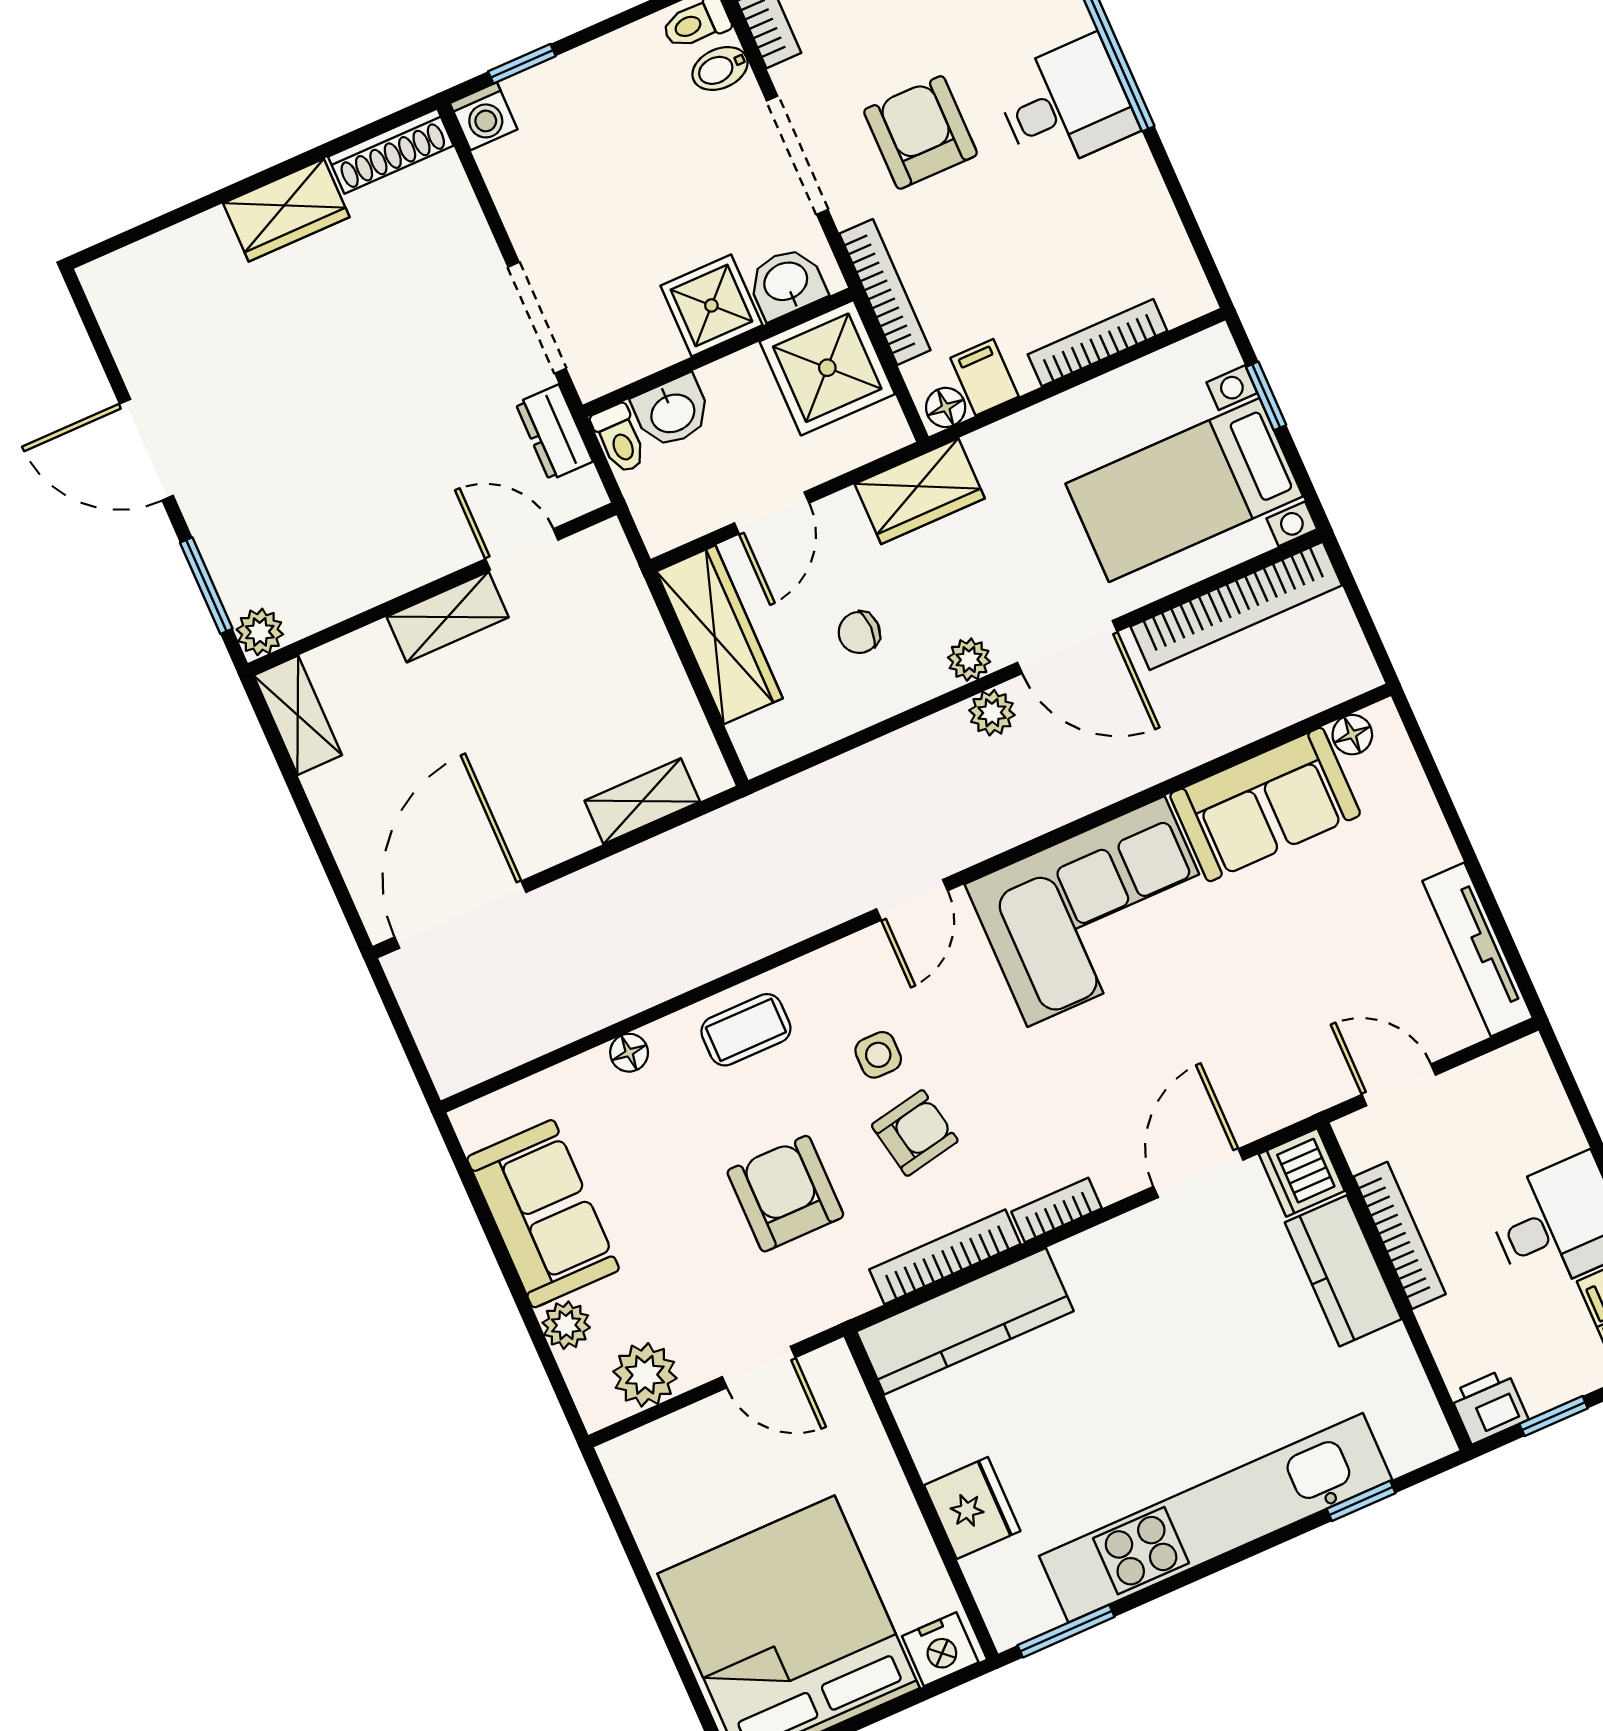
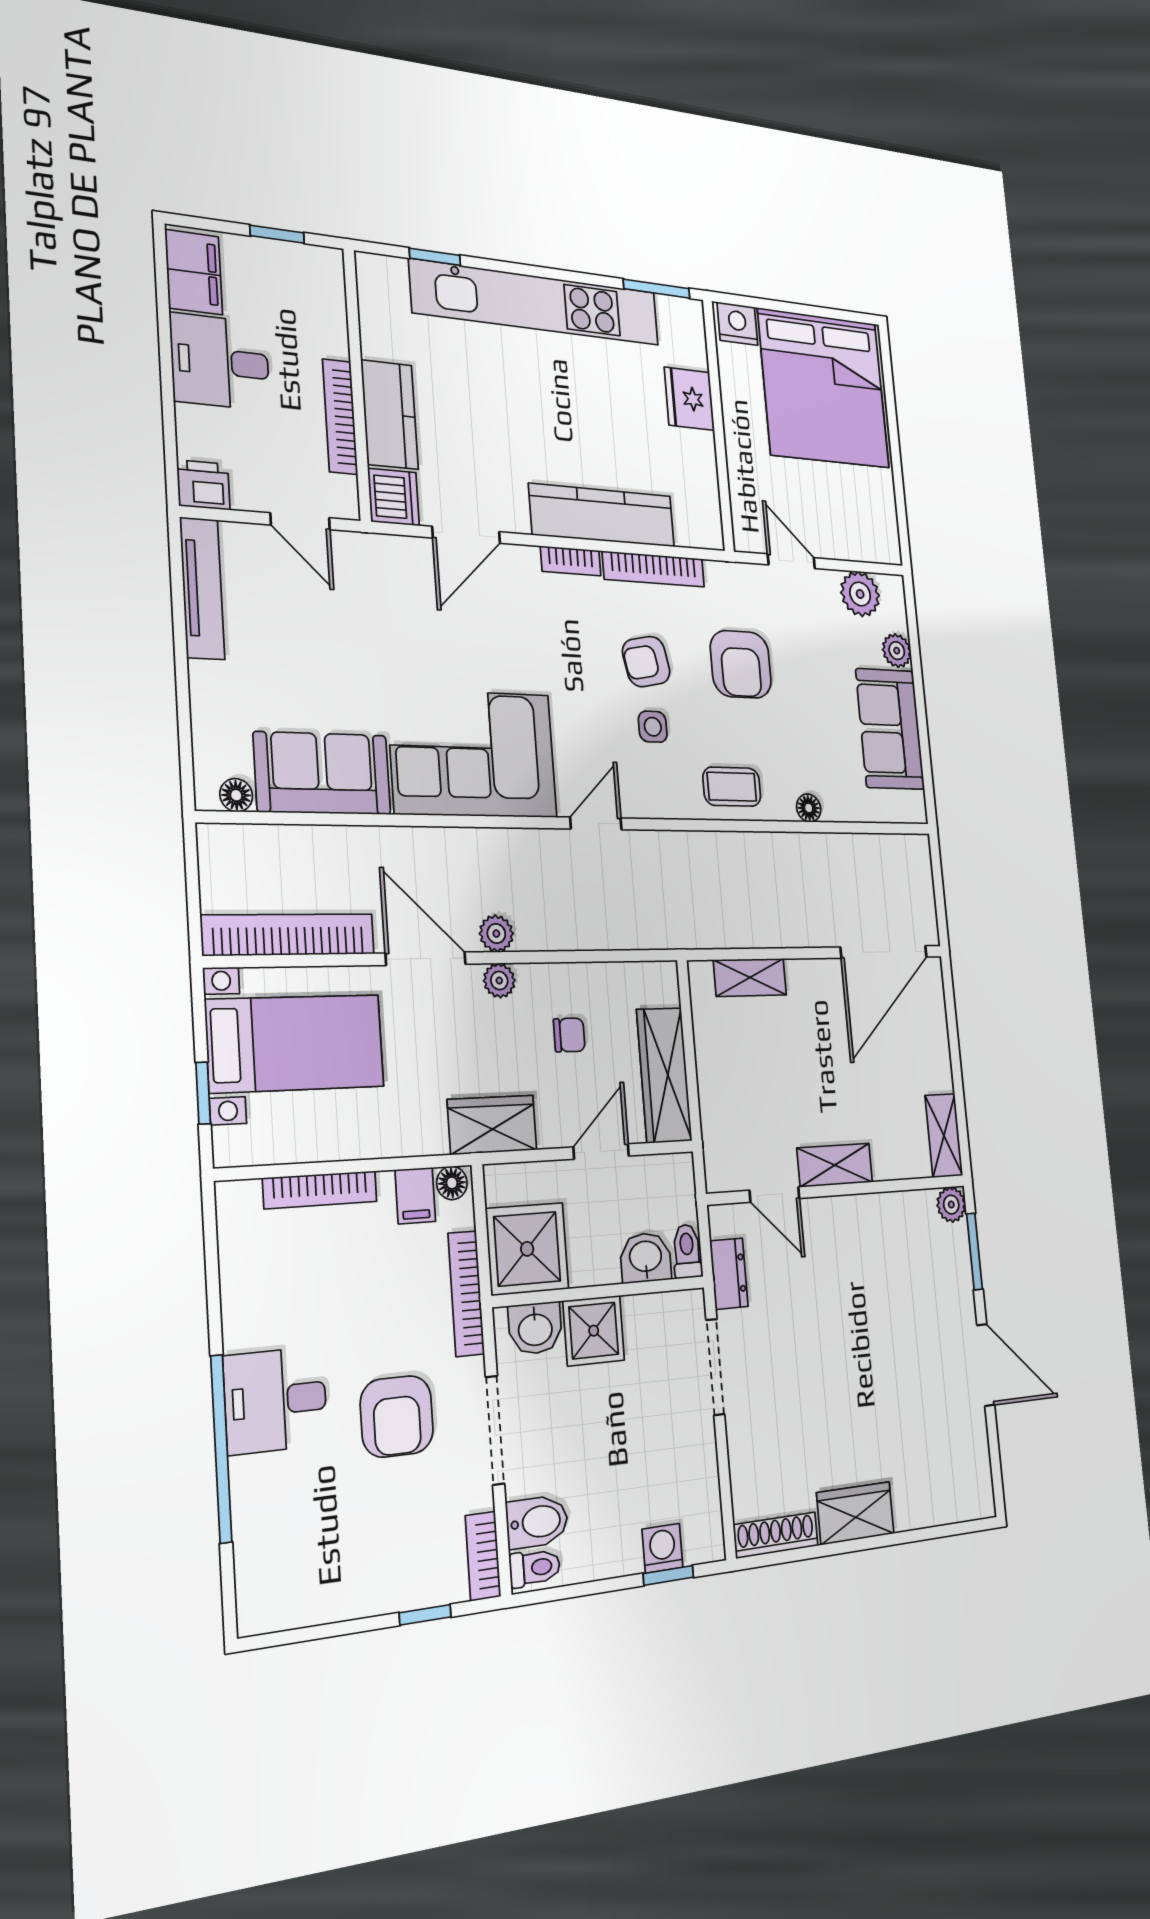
bidet: (720, 69) -> (537, 1522), width x1.38, depth x1.36
washing machine: (484, 116) -> (662, 1548), moved
kitchen counter: (965, 1321) -> (602, 515), moved
printer: (1489, 1406) -> (203, 485), moved, turned 180

